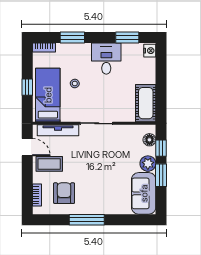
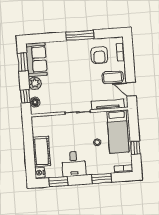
window: (27, 87) -> (135, 148), moved
cot: (146, 103) -> (41, 152), moved
window: (161, 175) -> (23, 62), moved

